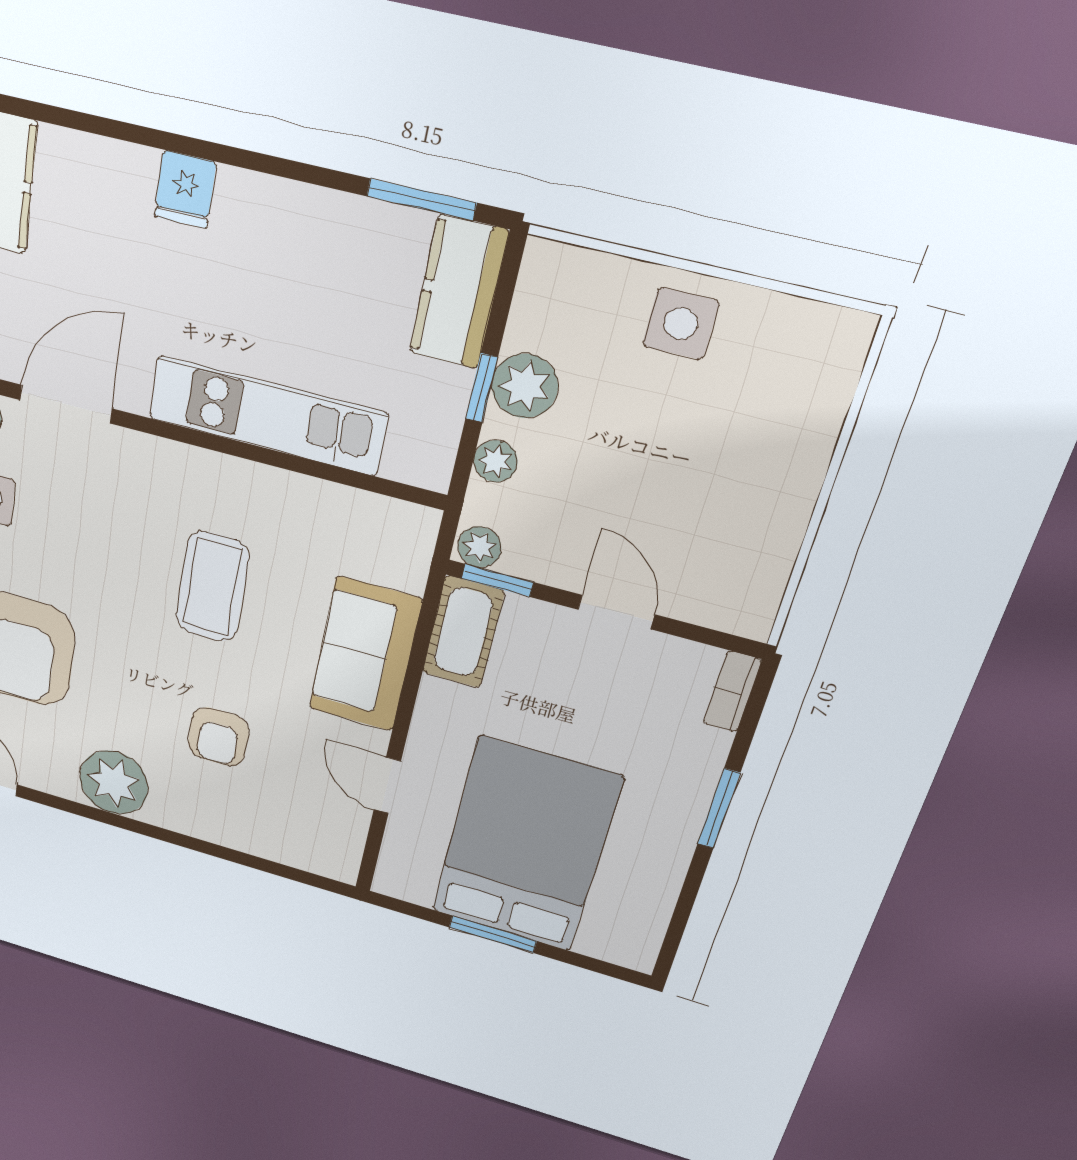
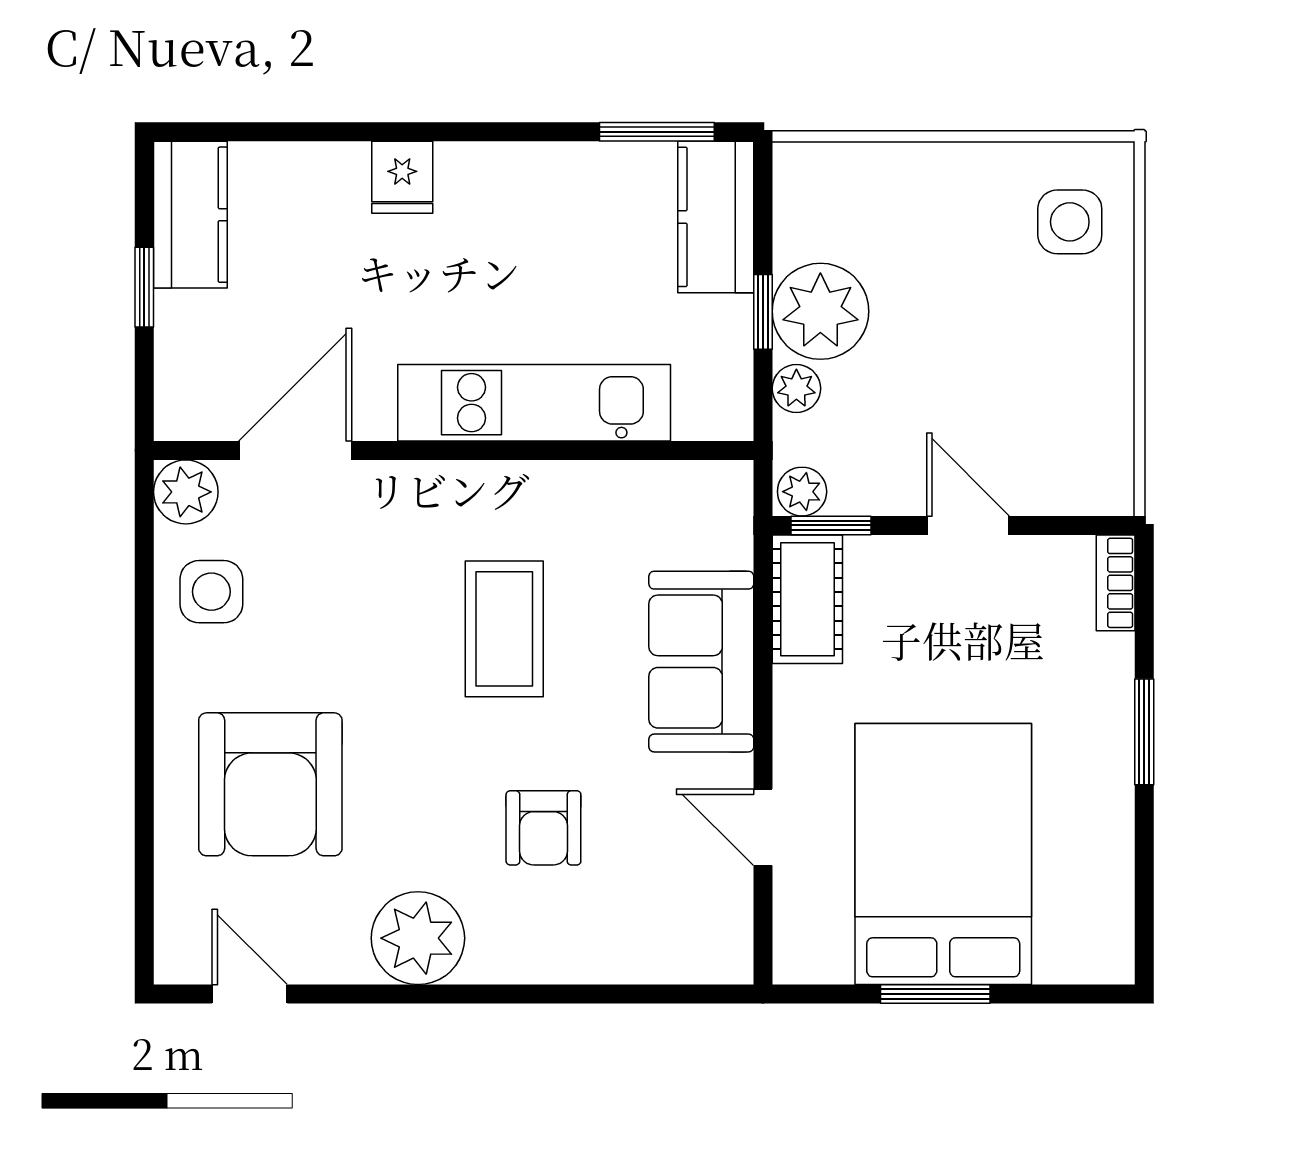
side table: (681, 324) -> (1070, 222), moved
plant: (525, 386) -> (820, 311), width x1.36, depth x1.36

